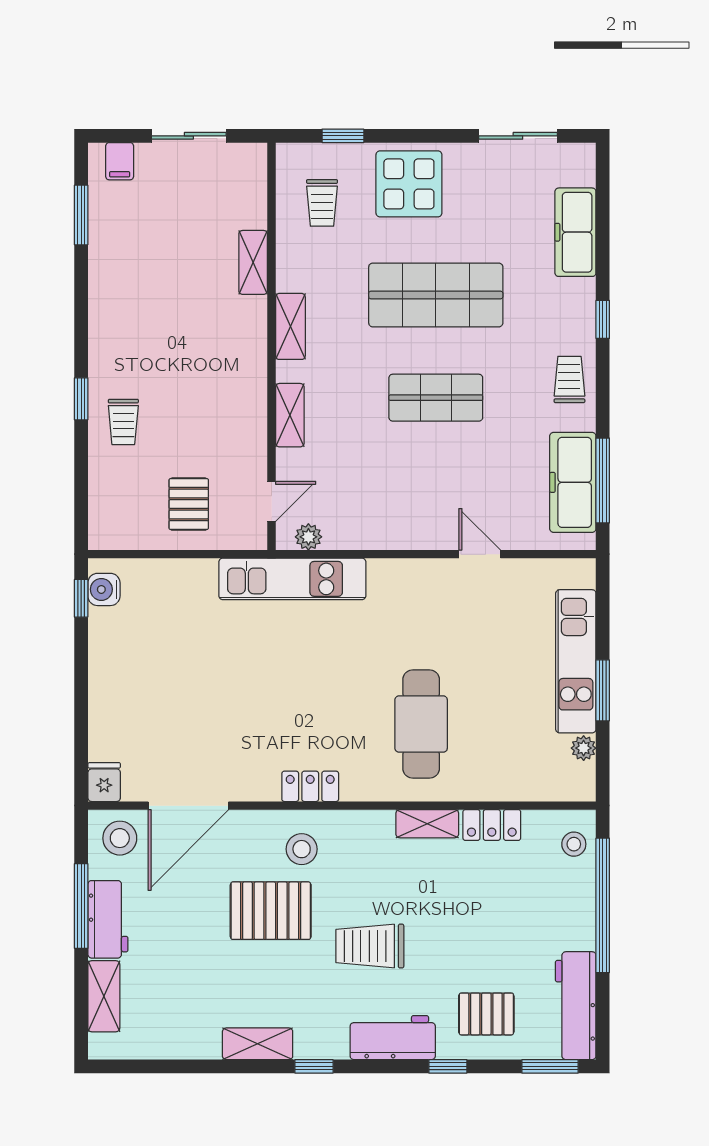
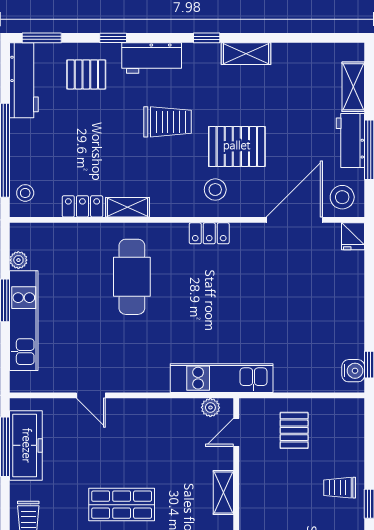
trolley: (123, 422) -> (340, 488), turned -90

